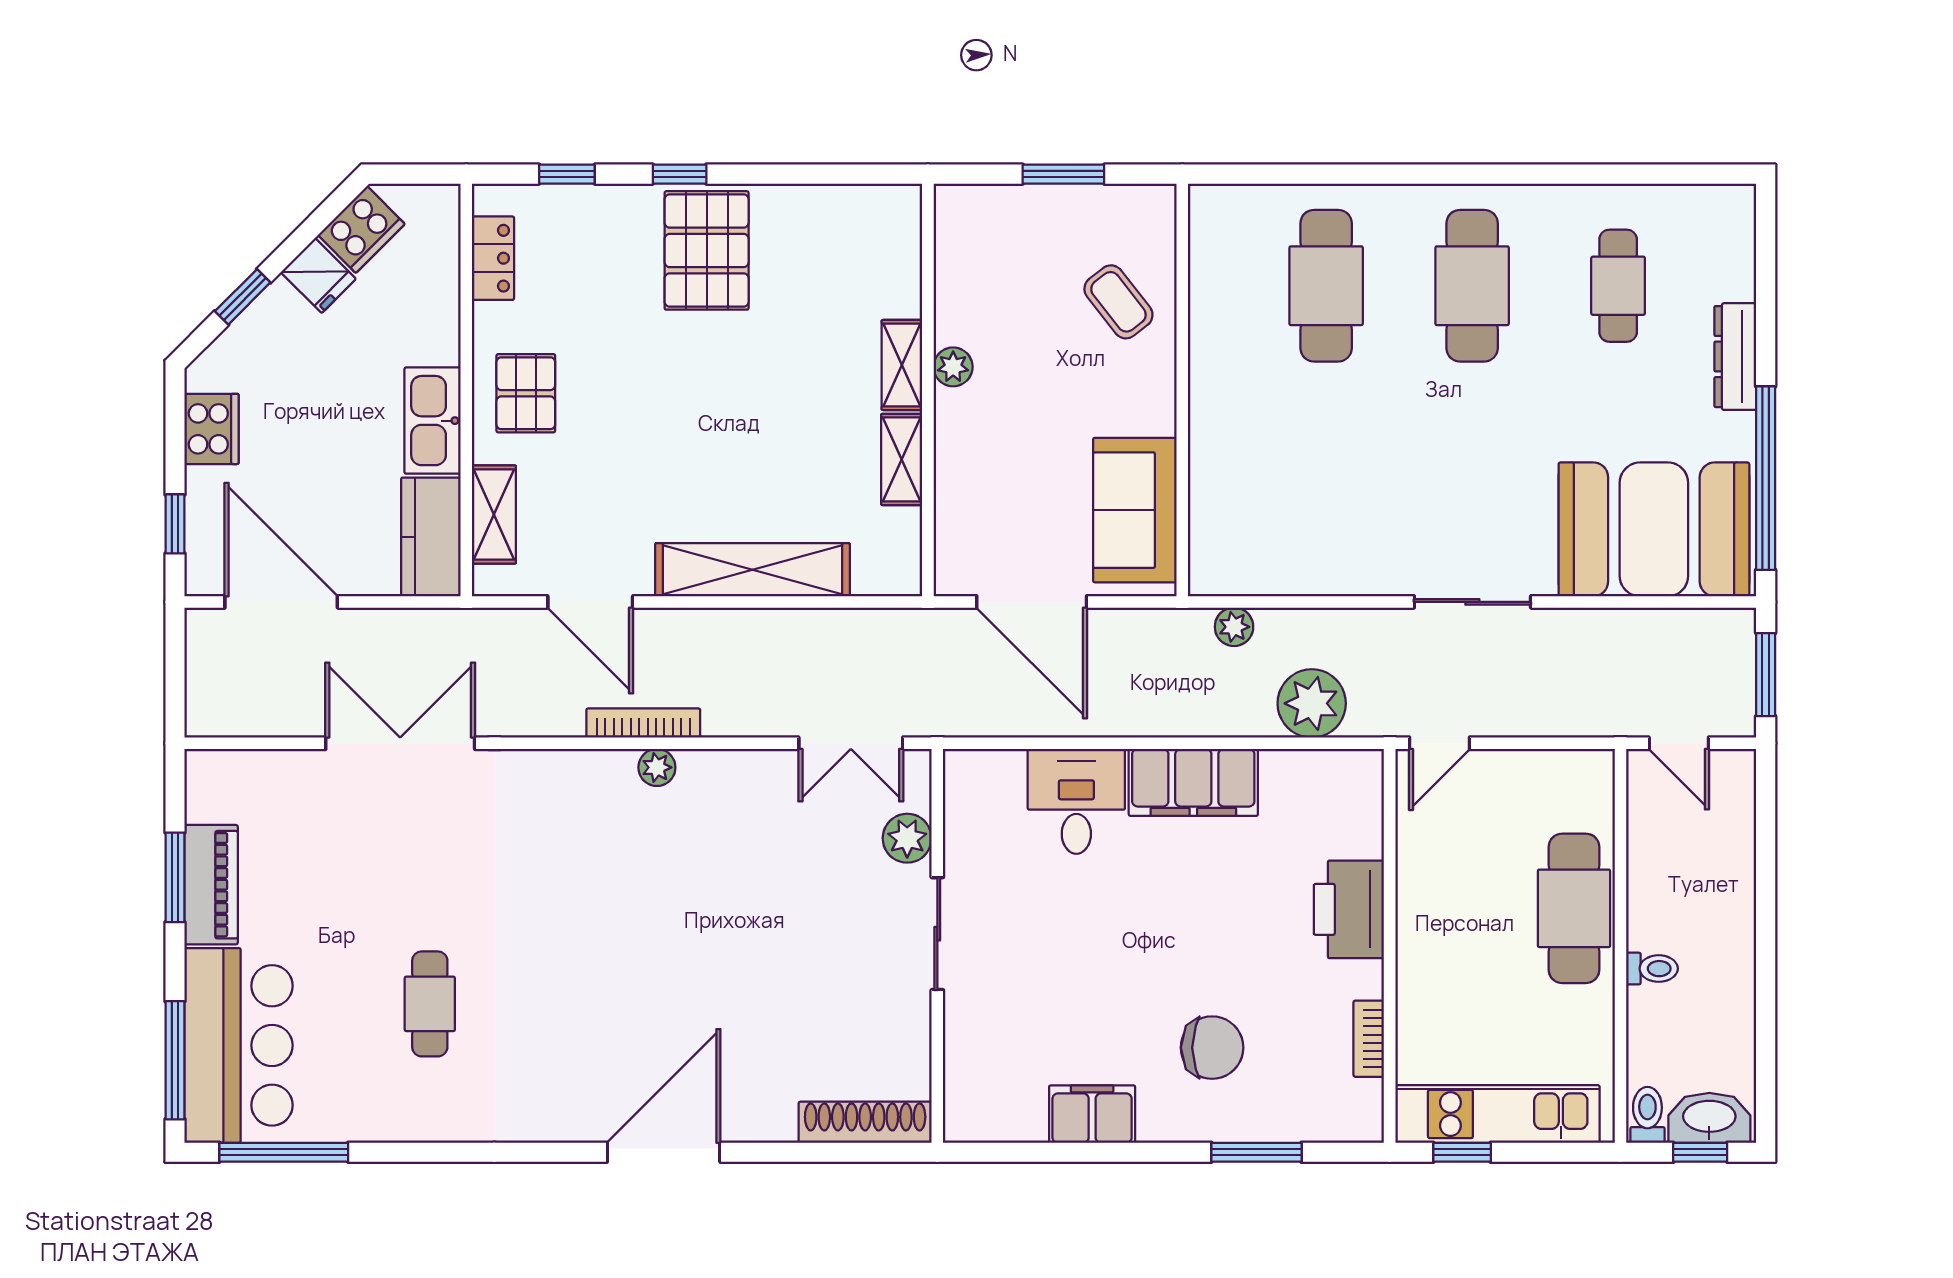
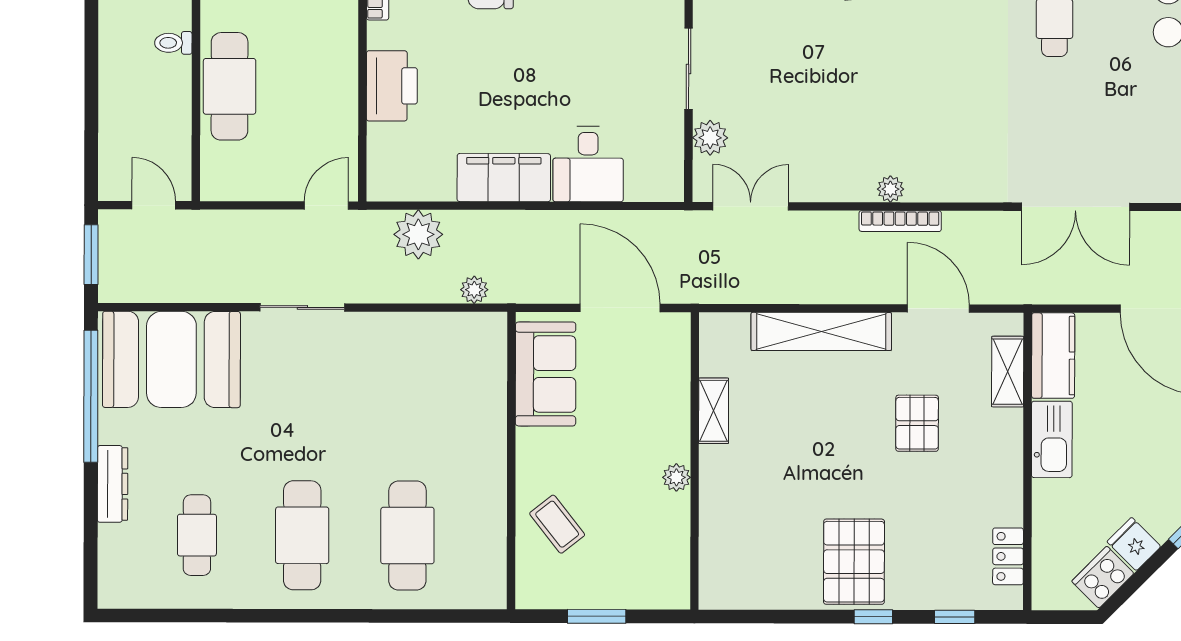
shelving: (902, 365) -> (713, 479), removed
pallet: (526, 393) -> (917, 423), moved

